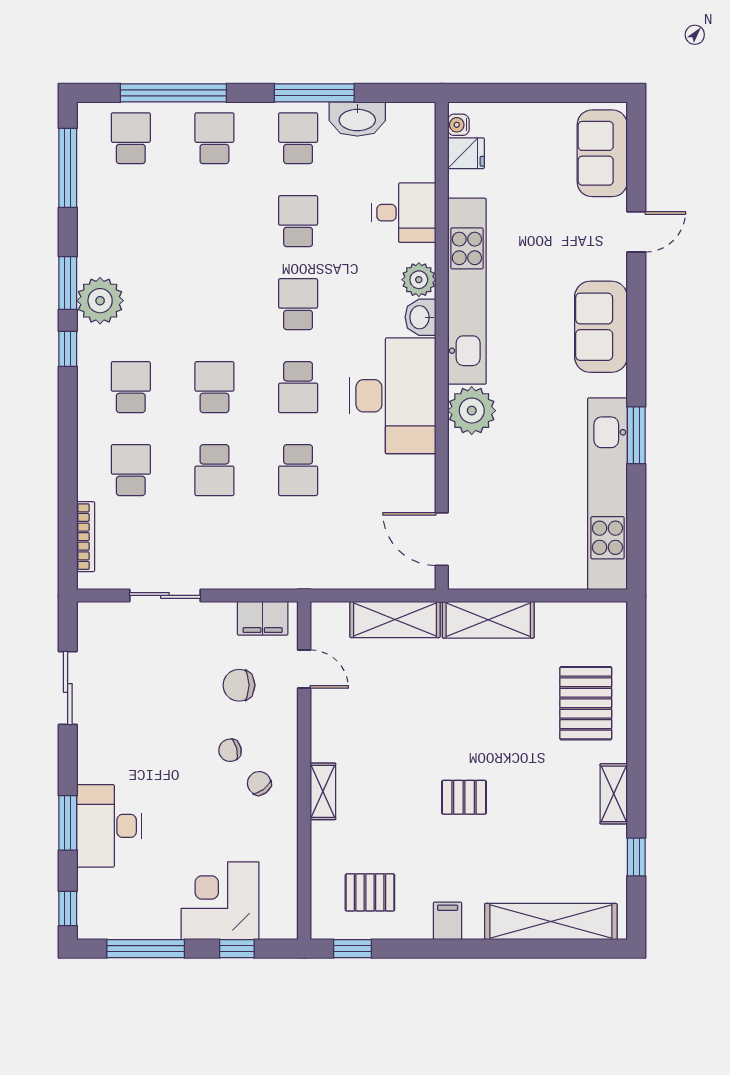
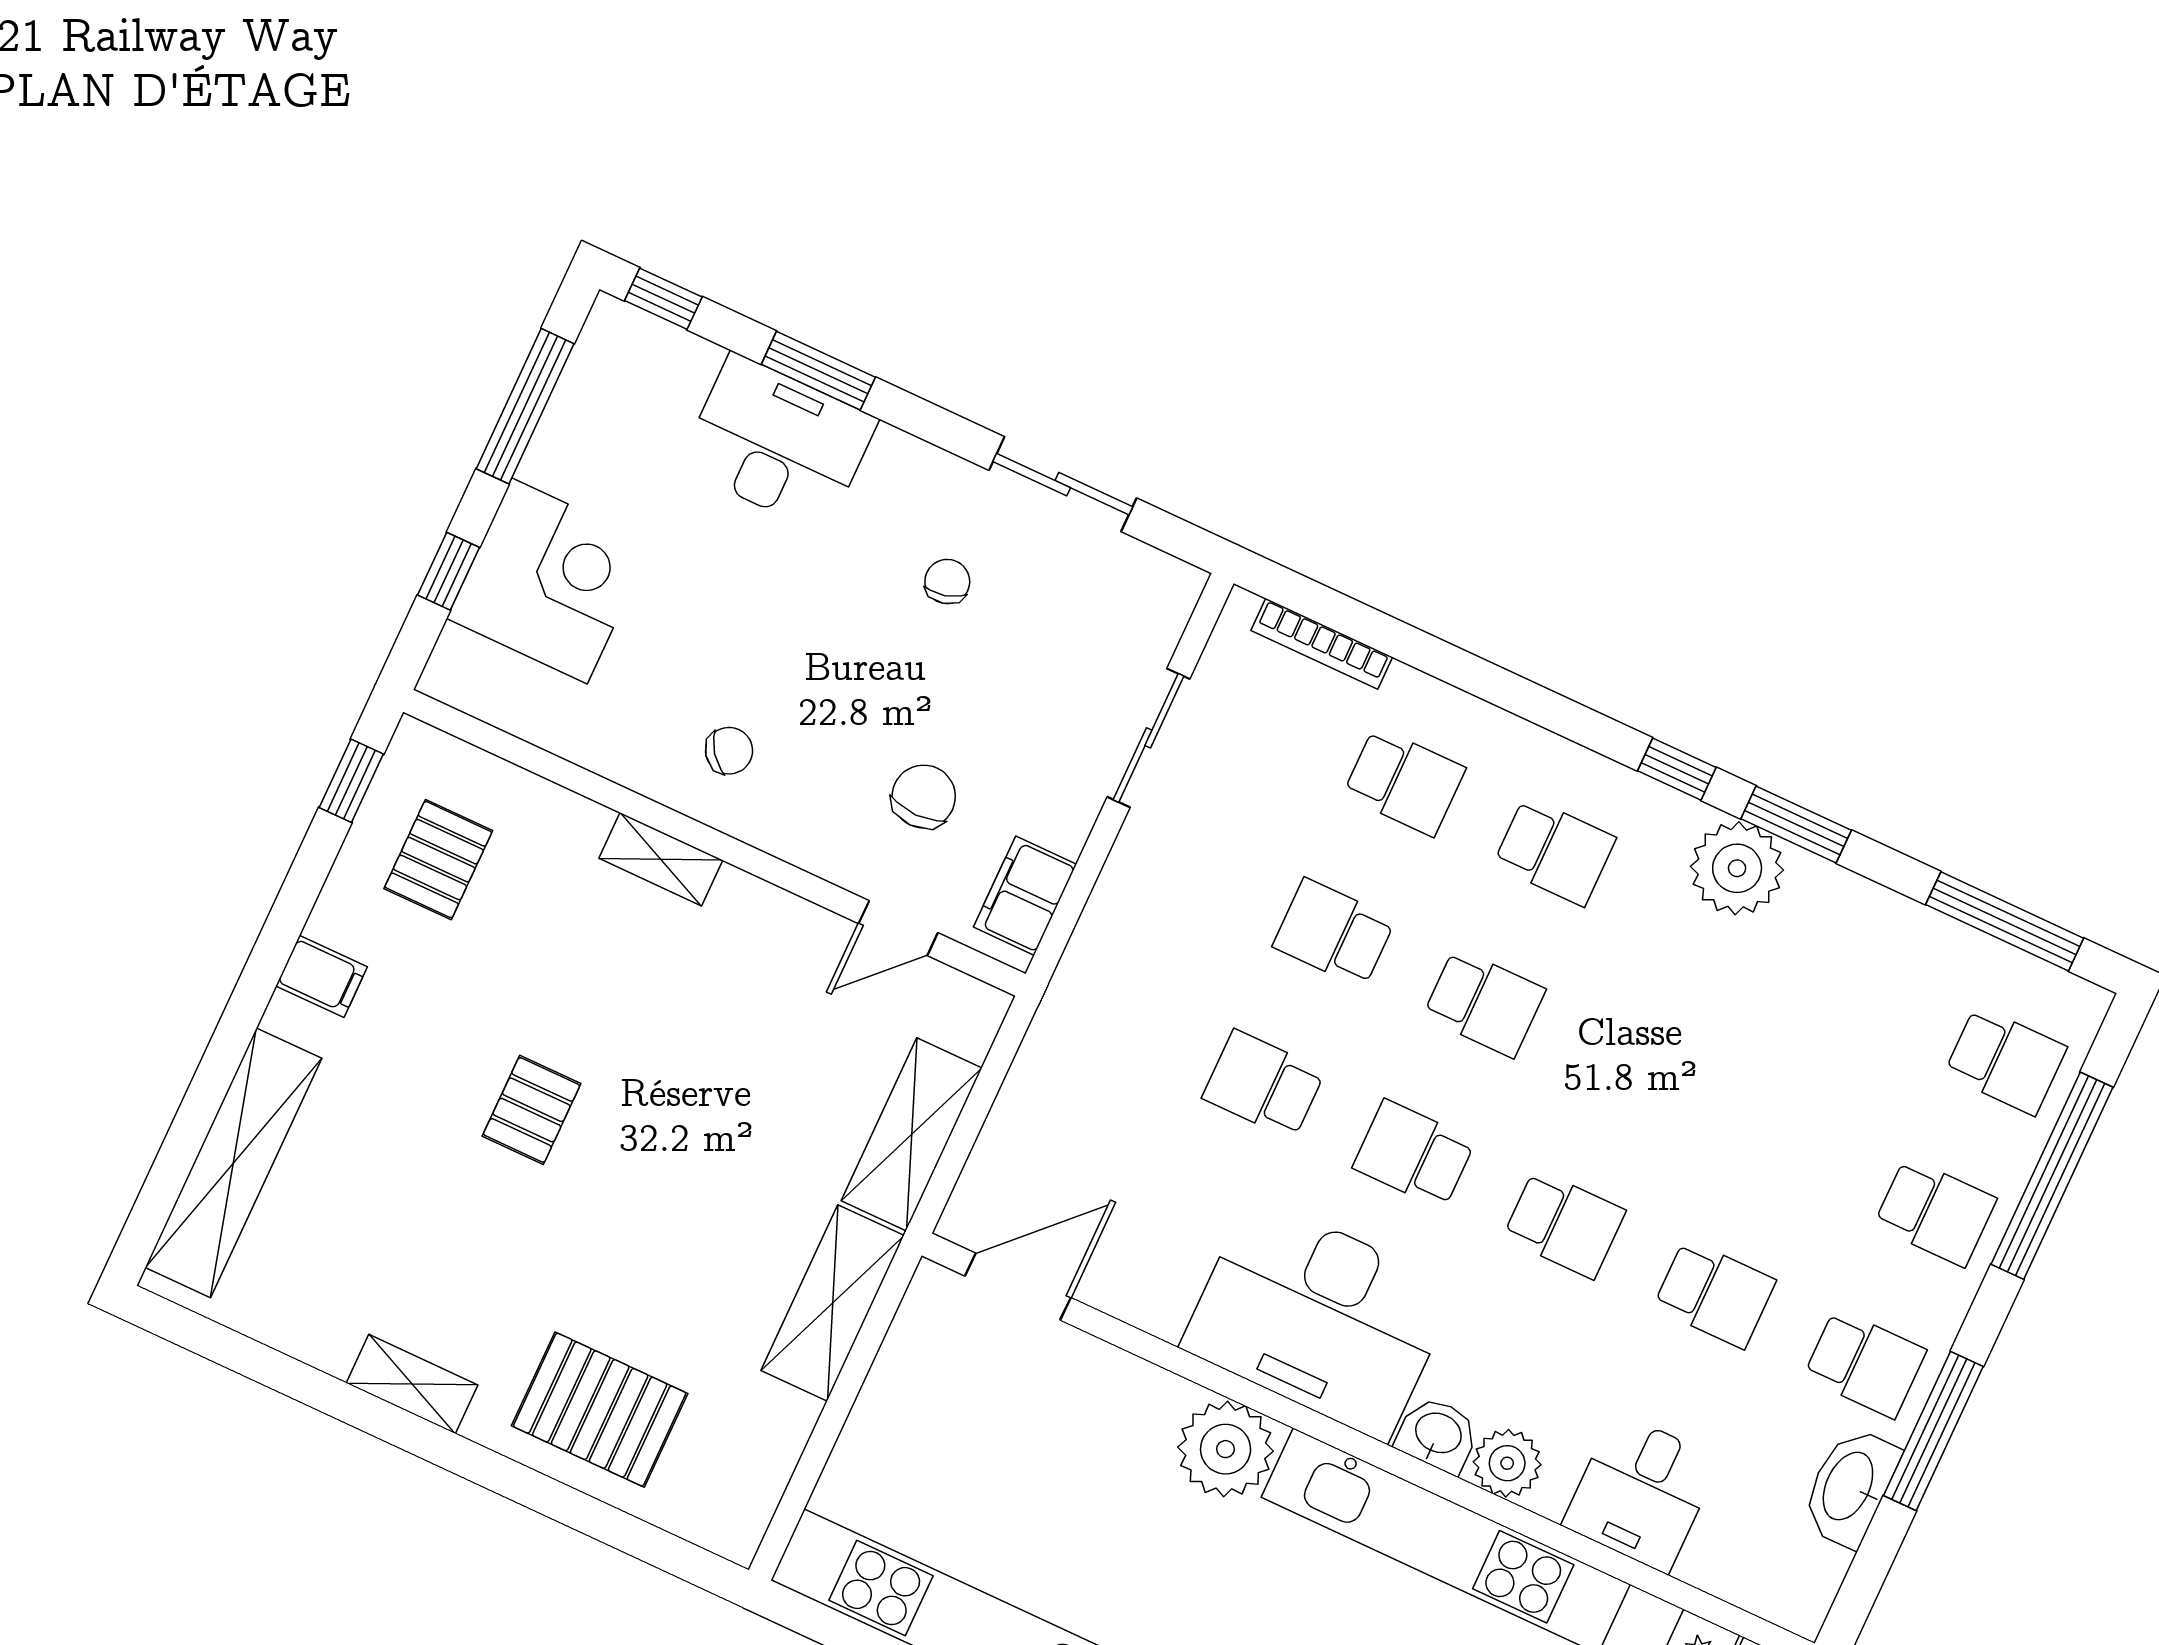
chair: (230, 750) -> (947, 582), moved
window: (636, 857) -> (278, 1372), removed

